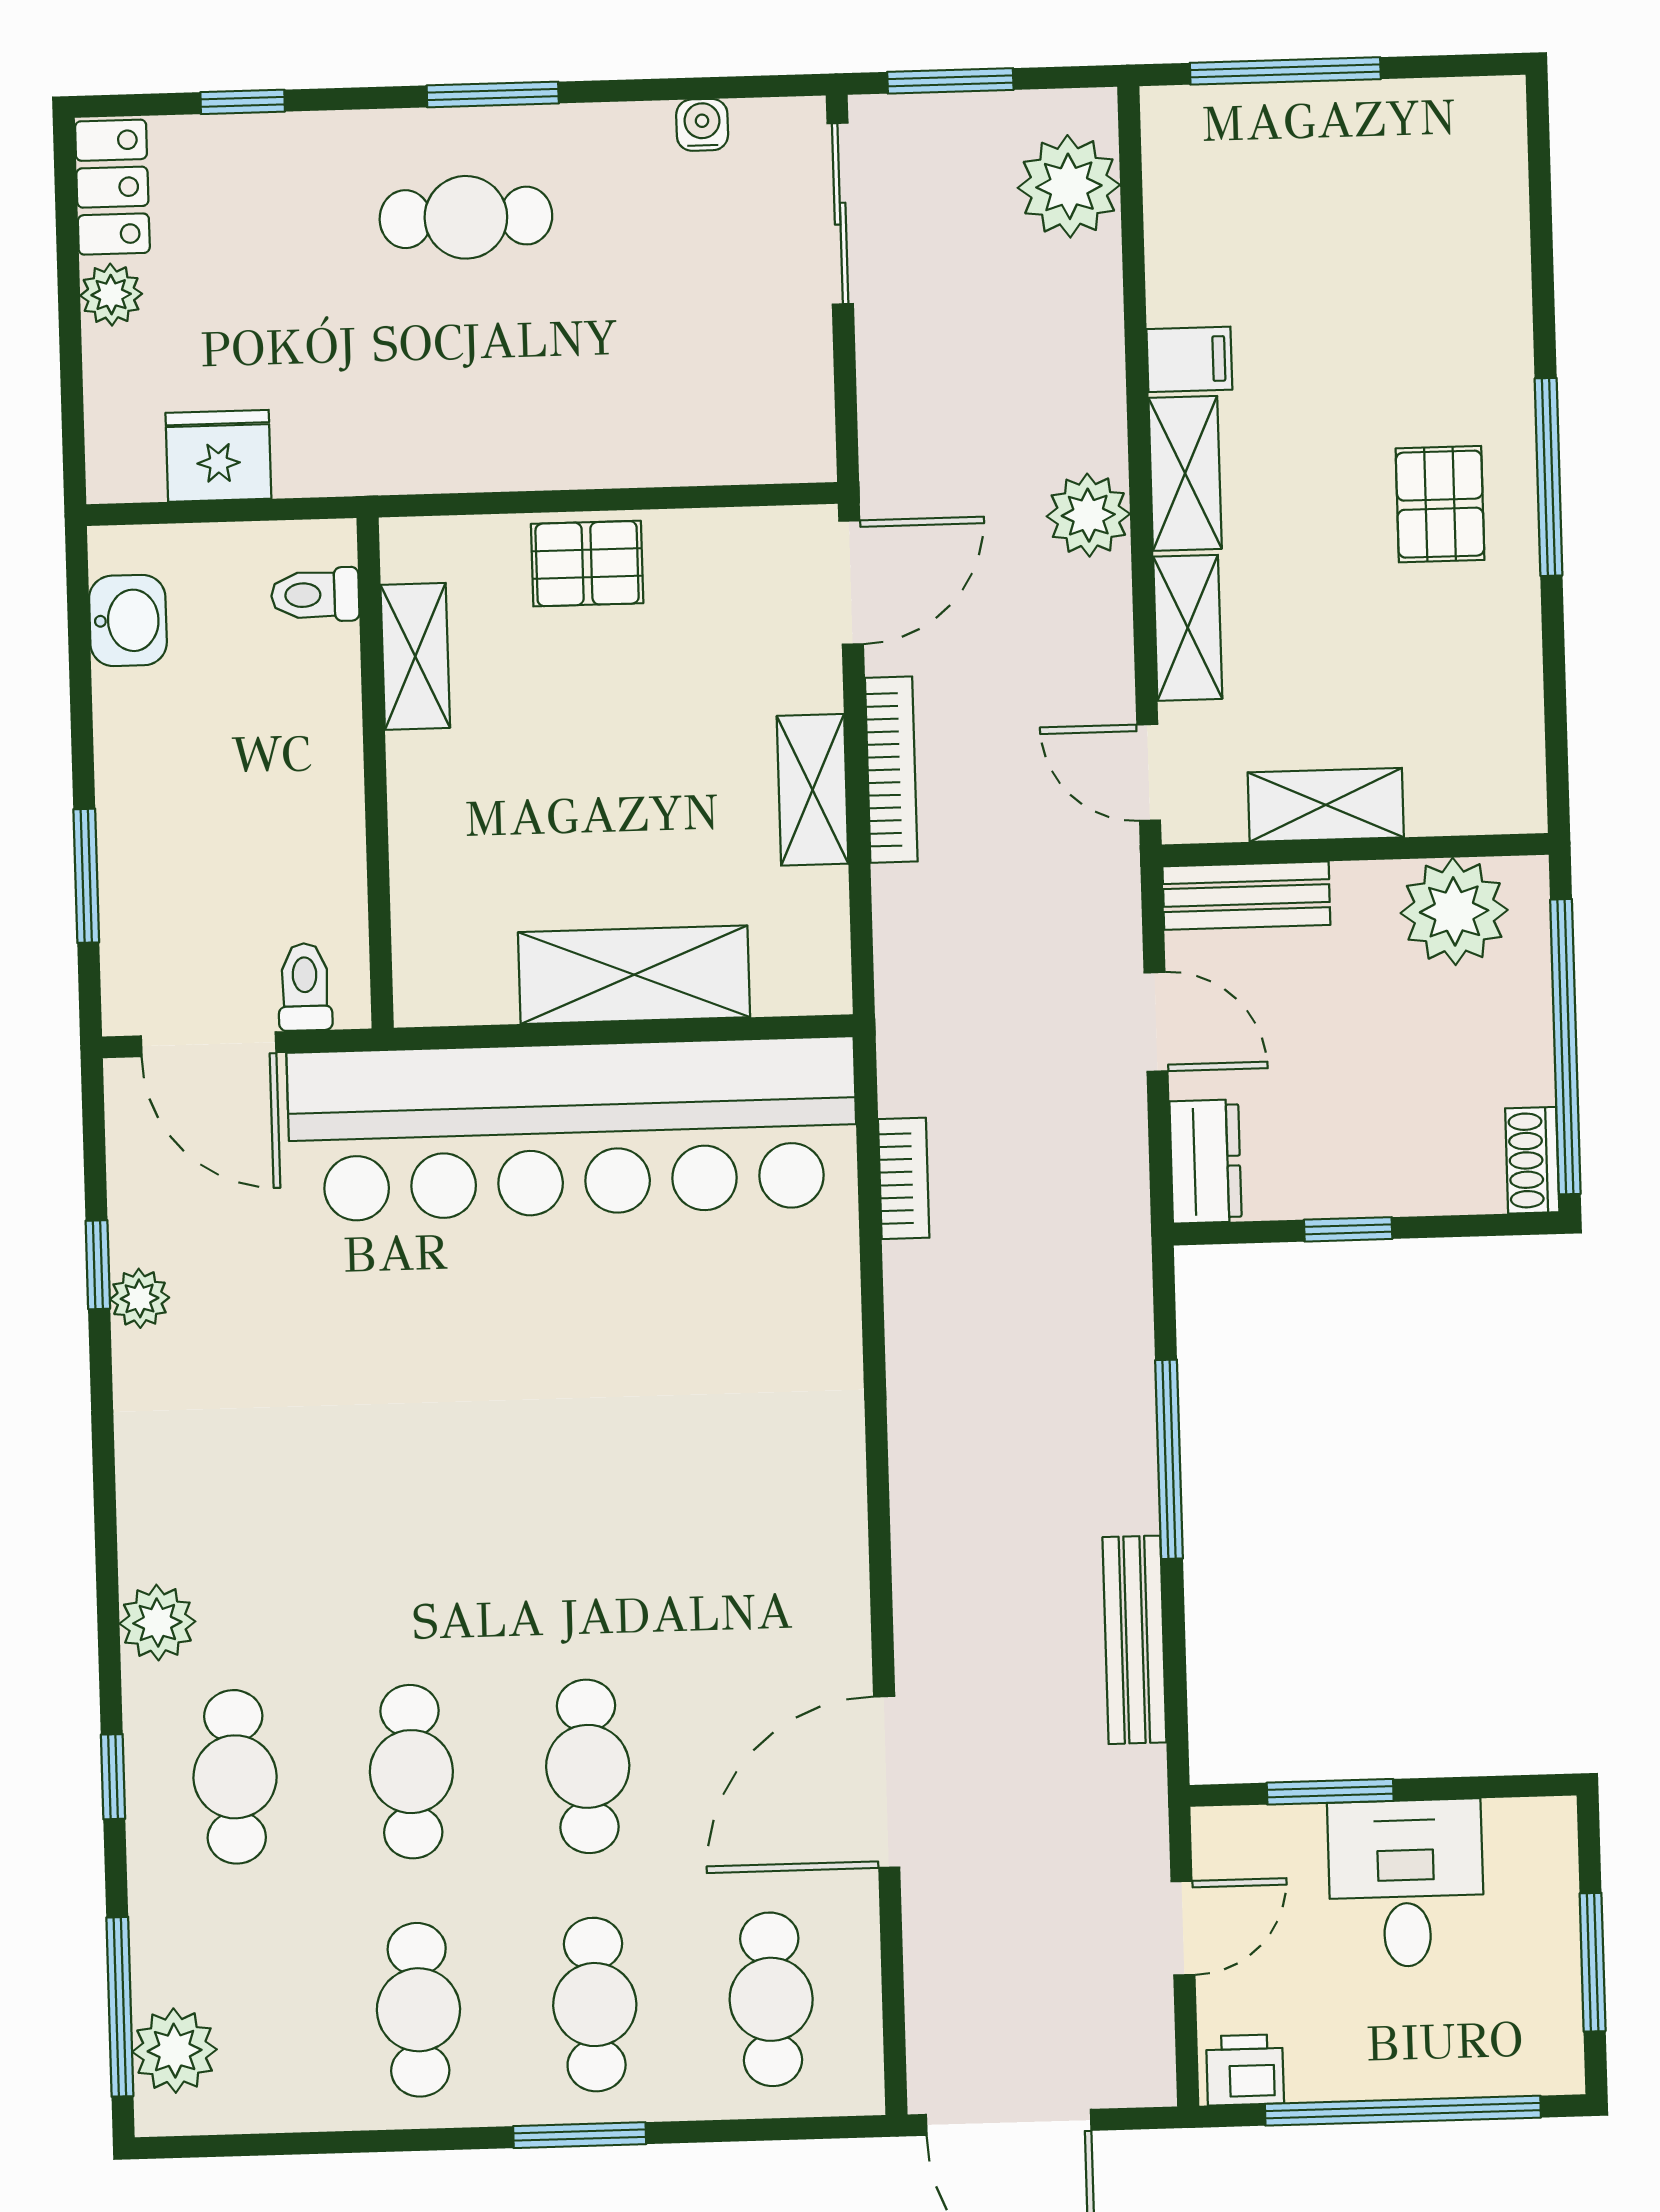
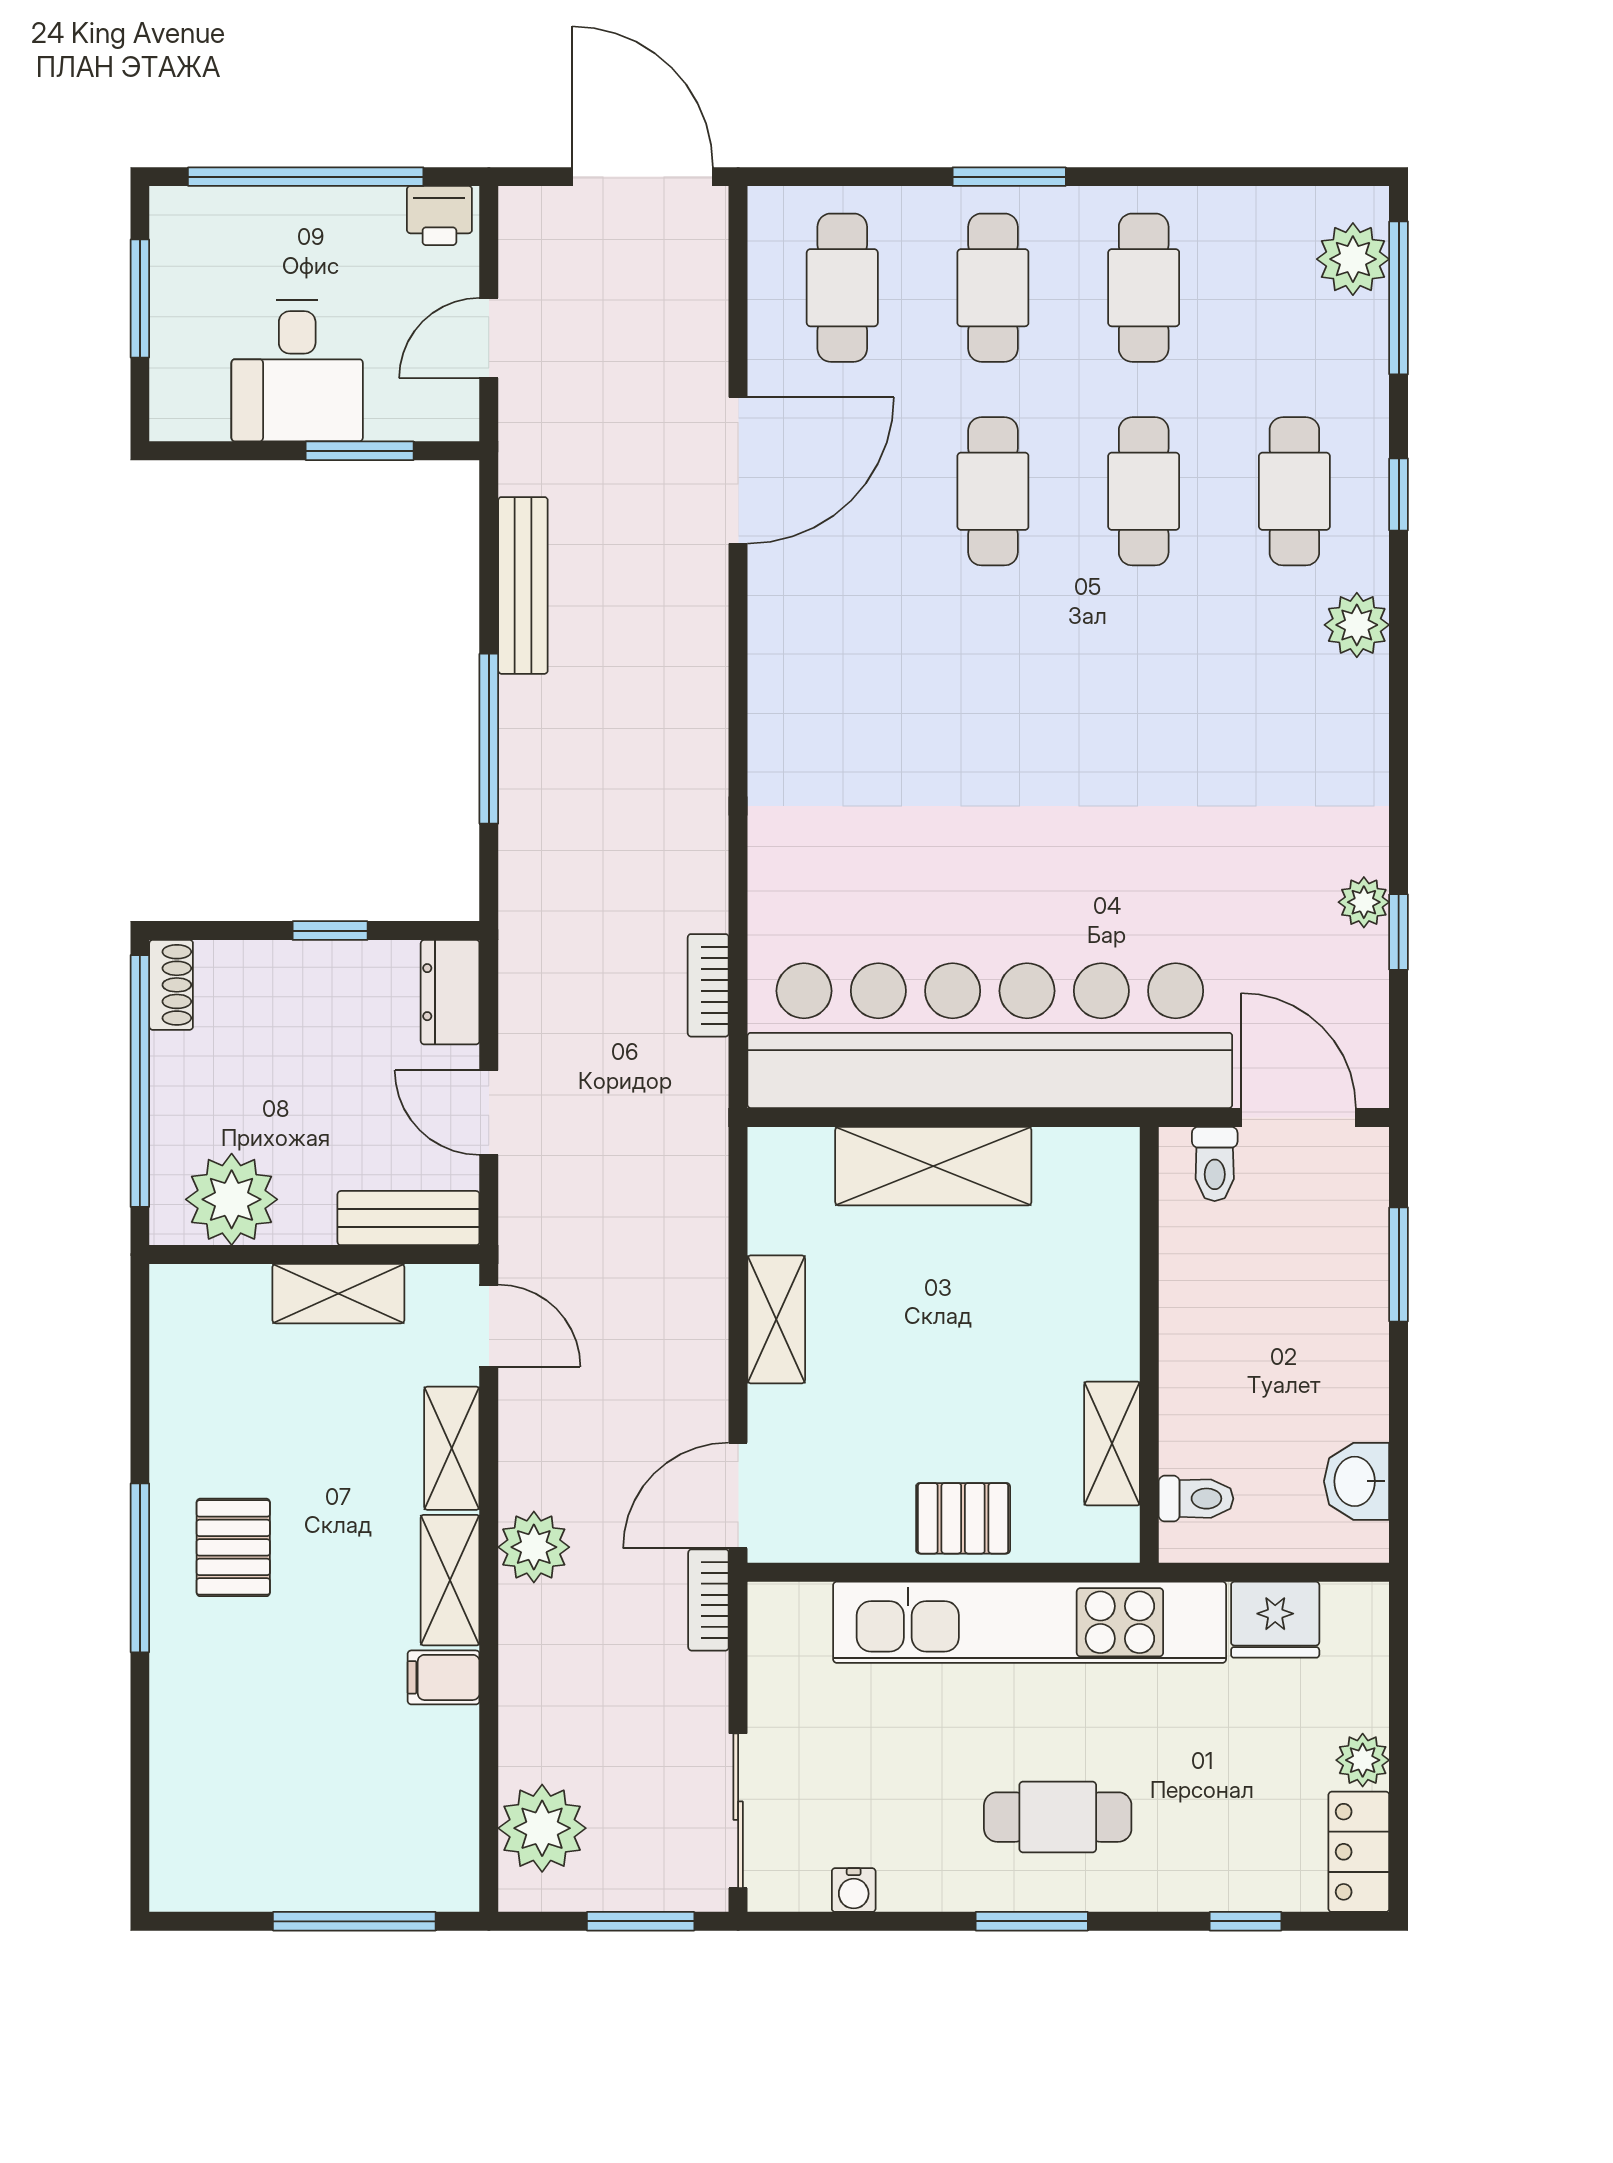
kitchen unit: (506, 444) -> (1030, 1622), added
bookcase: (891, 770) -> (708, 1600), moved, width x0.64

